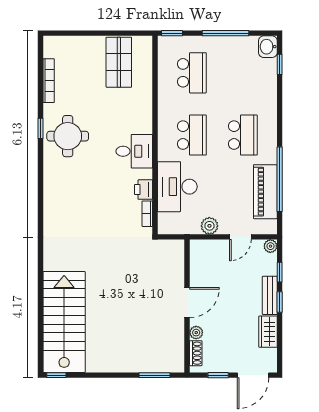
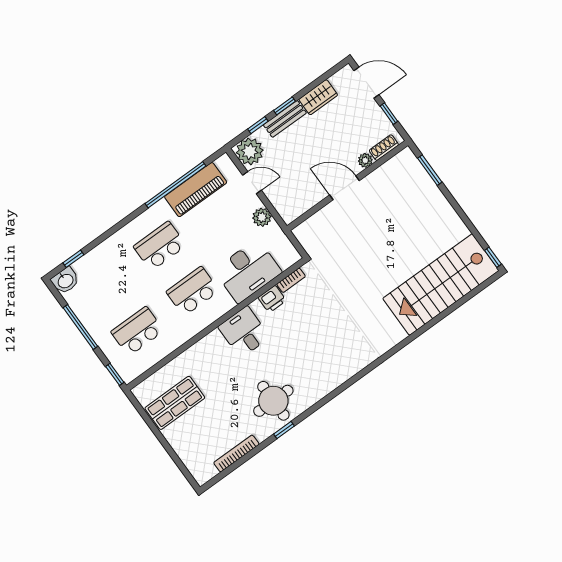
plant: (270, 246) -> (250, 151), width x1.88, depth x1.88

